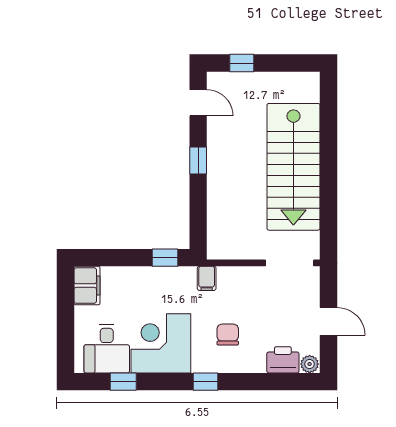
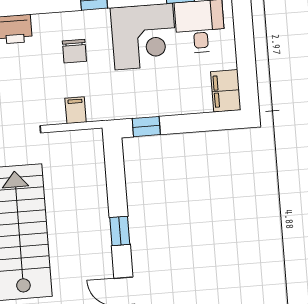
filing cabinet: (207, 278) -> (76, 110), moved

